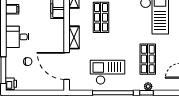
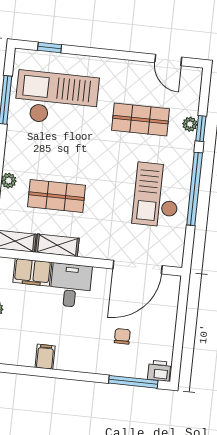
filing cabinet: (12, 9) -> (45, 357), moved
desk: (17, 37) -> (71, 285), moved, turned 180
shelving: (74, 37) -> (57, 245), moved

